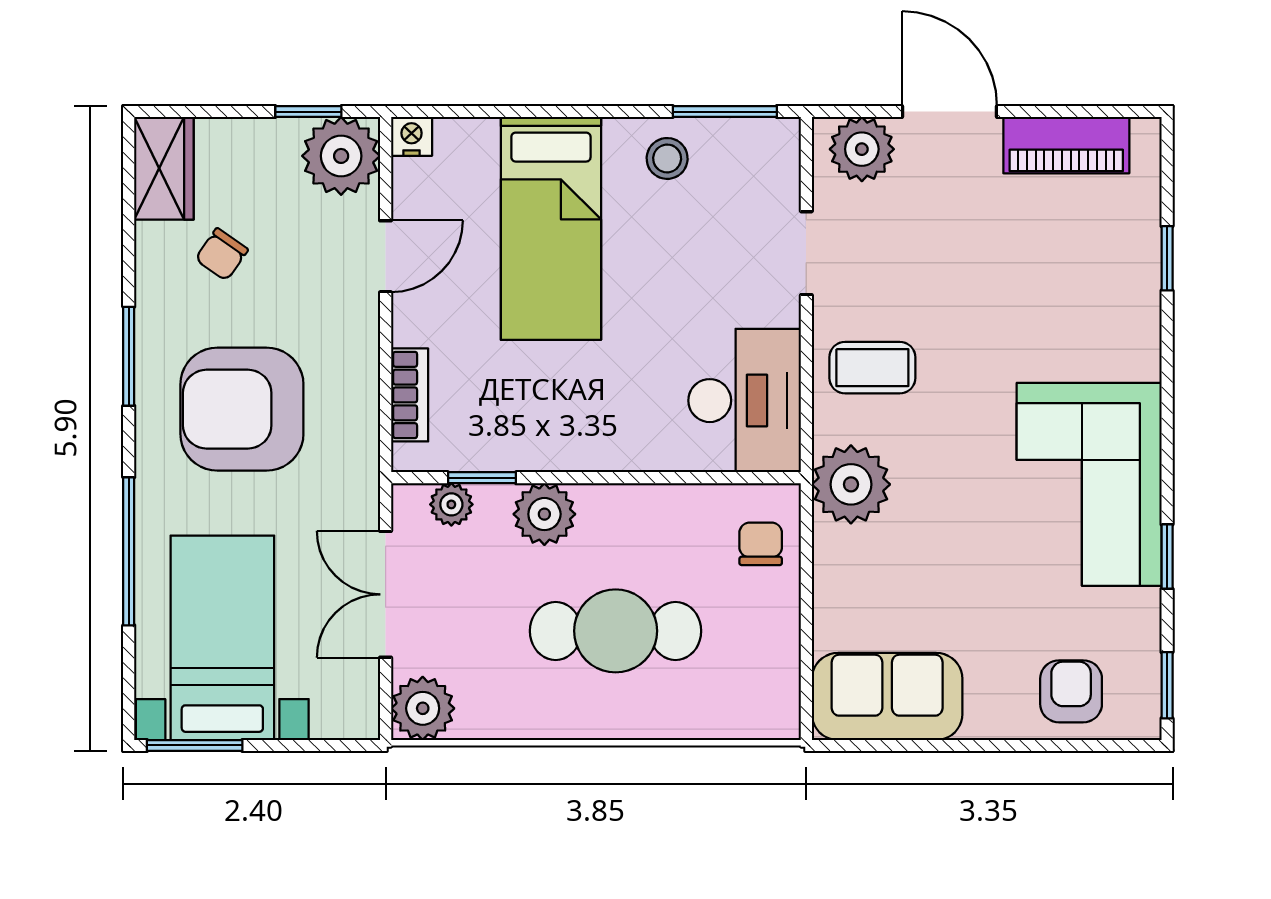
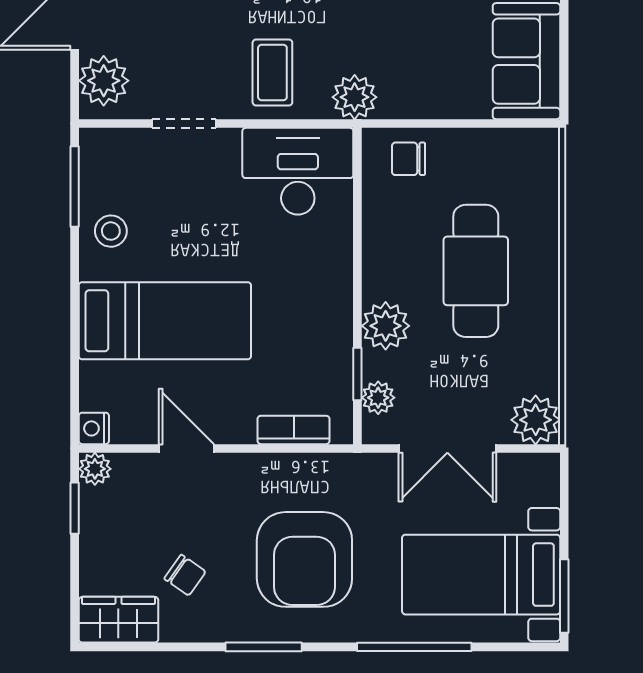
plant: (341, 156) -> (95, 469), width x0.53, depth x0.53
plant: (851, 484) -> (355, 97), width x0.73, depth x0.73

